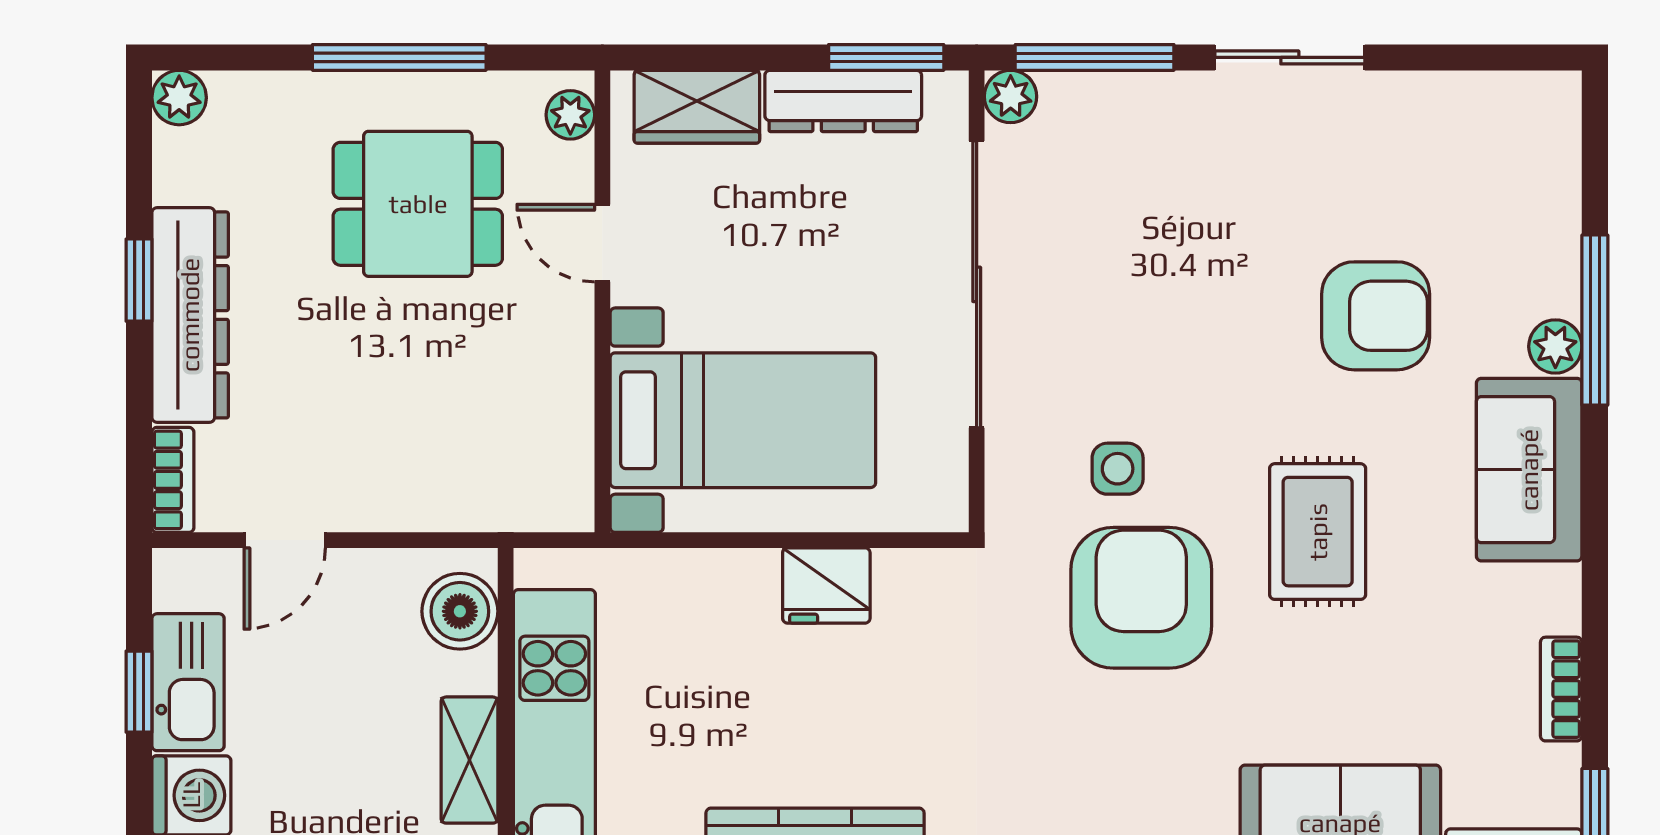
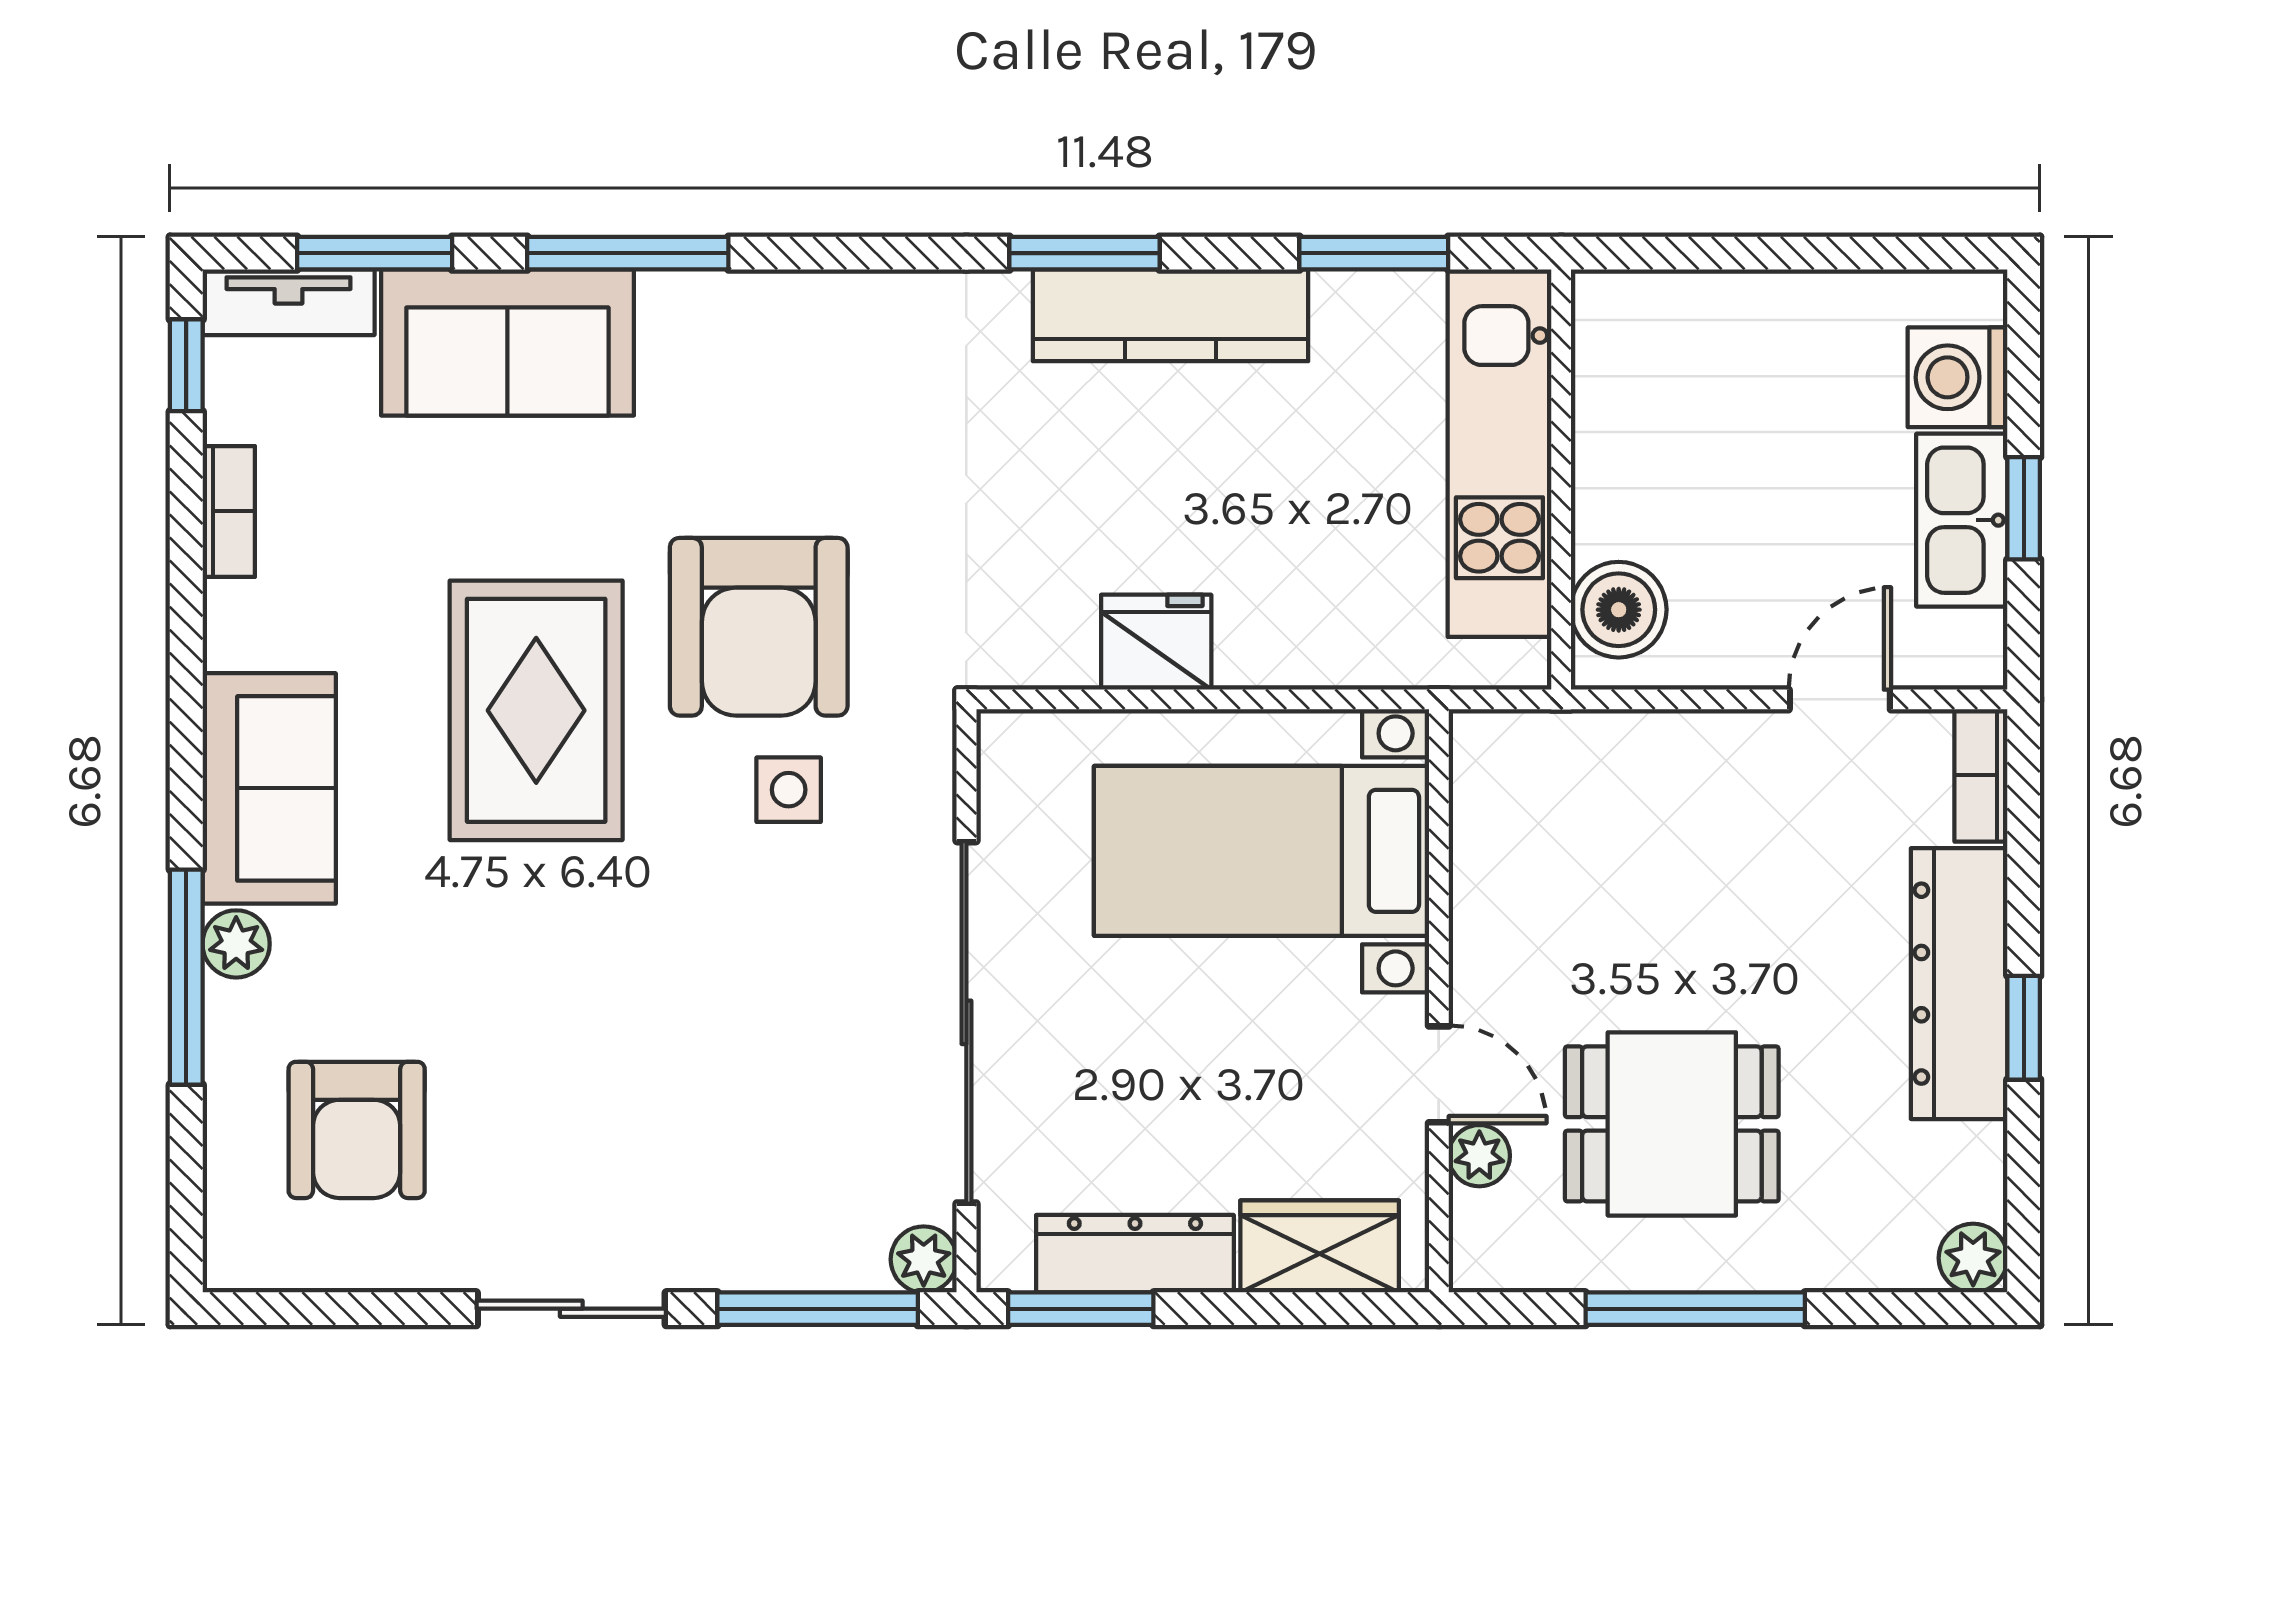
plant: (570, 115) -> (1479, 1156), moved
armchair: (1376, 316) -> (357, 1130), moved, turned -90
rug: (1318, 532) -> (536, 710), width x1.36, depth x1.43
shelving: (469, 760) -> (1607, 422), removed

